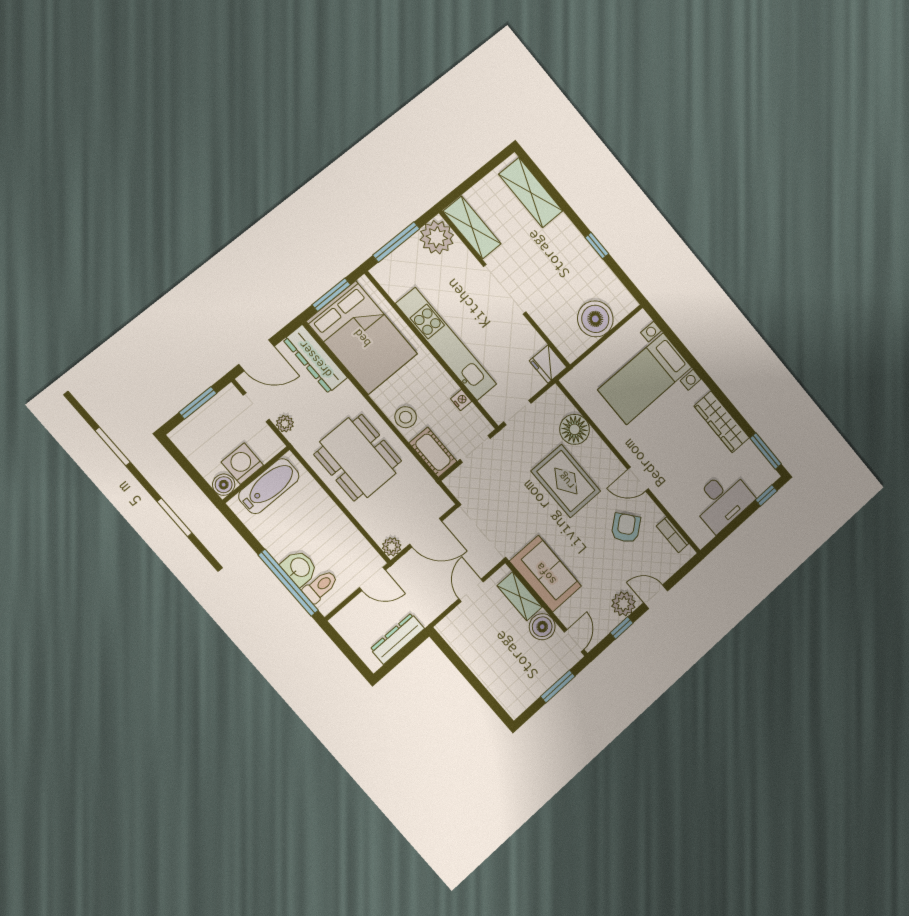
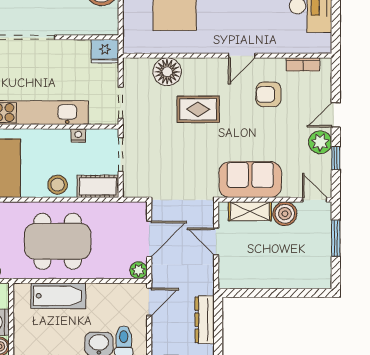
rug: (566, 481) -> (198, 109), width x0.73, depth x0.70
bathtub: (269, 486) -> (58, 296), moved, turned 90
armchair: (626, 528) -> (268, 94), turned -51

